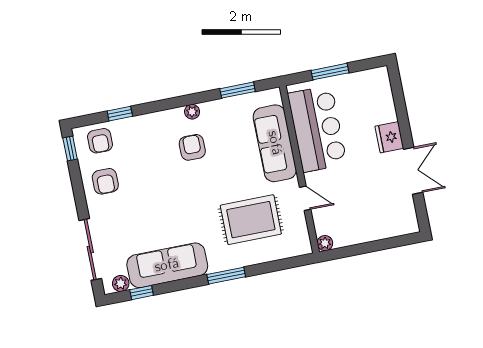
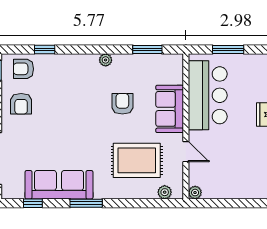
armchair: (100, 141) -> (23, 69), turned 90
sofa: (275, 143) -> (170, 109), width x0.73
armchair: (192, 147) -> (122, 104), moved
window: (226, 276) -> (86, 203), moved
plant: (121, 283) -> (165, 192), moved

